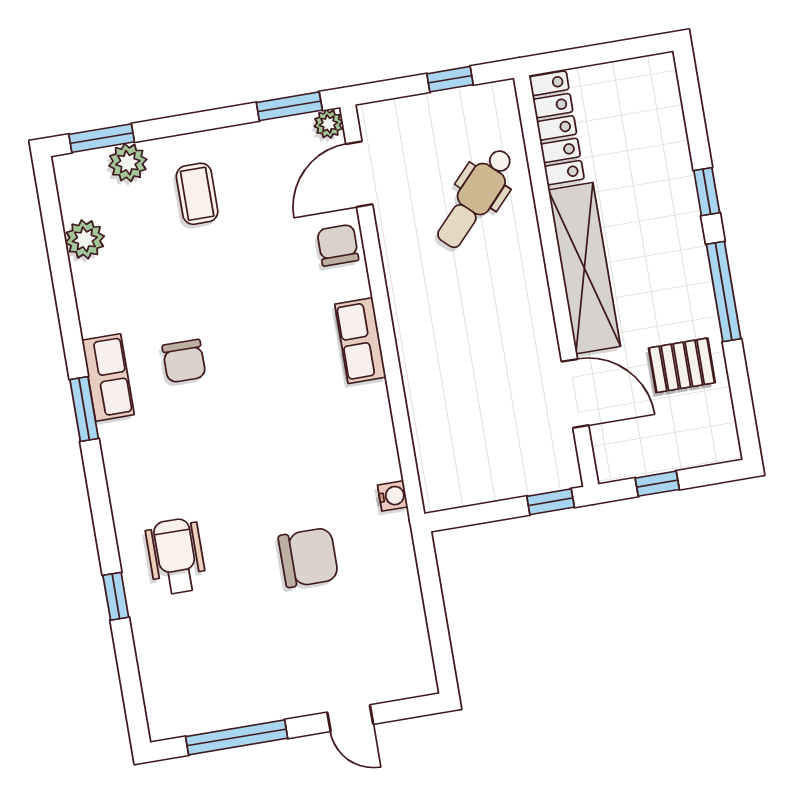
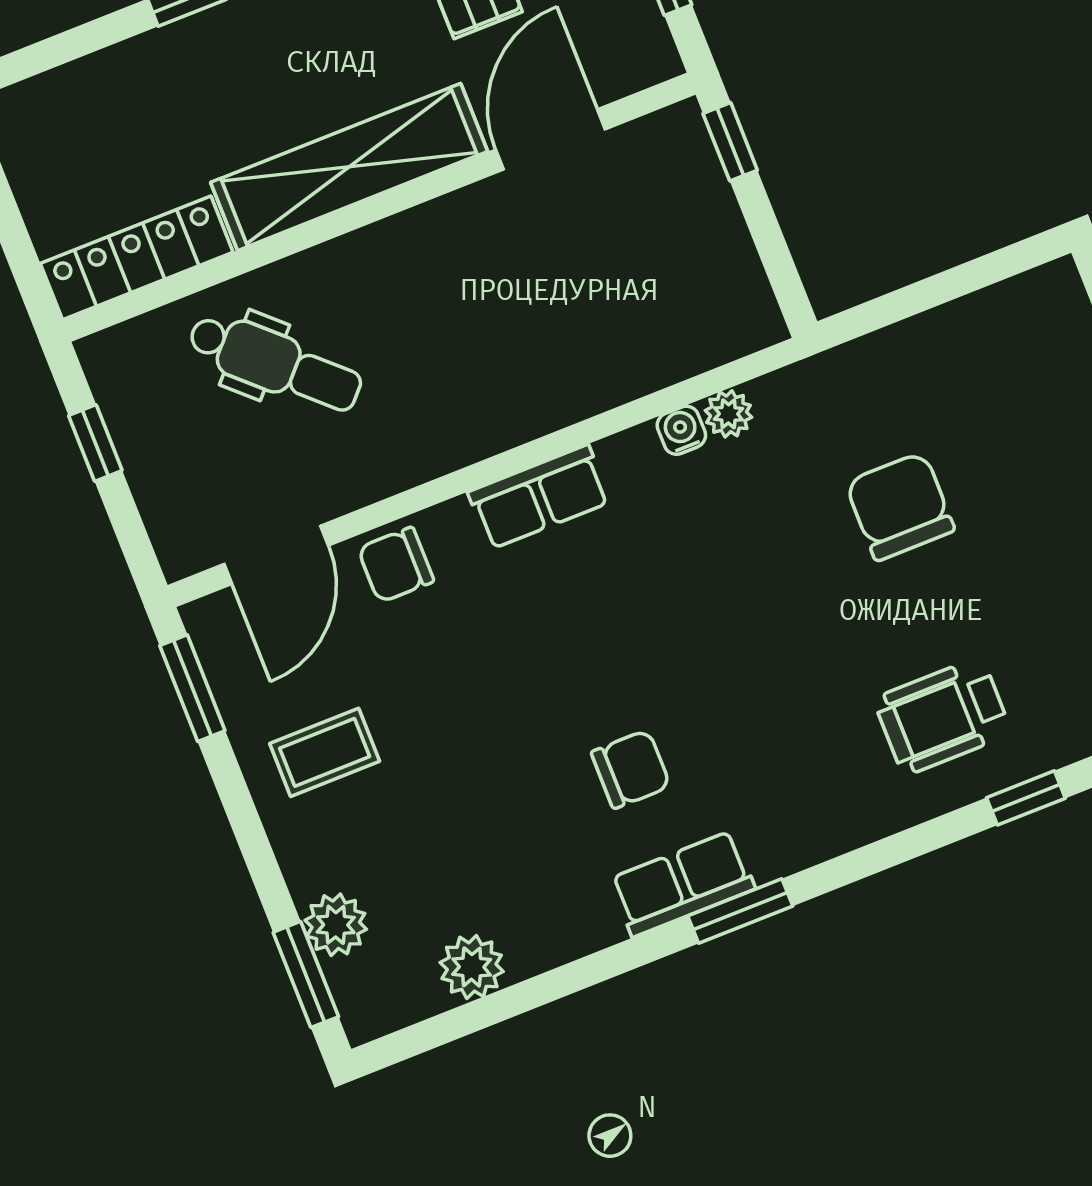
plant: (328, 124) -> (728, 414), moved
door: (359, 174) -> (276, 555), hinge flipped
coffee table: (197, 194) -> (325, 752), moved
water cooler: (393, 496) -> (681, 430), moved

